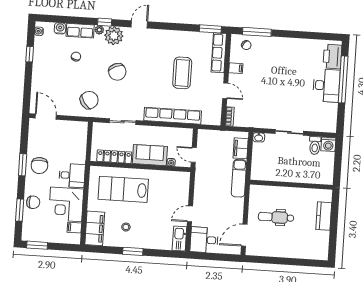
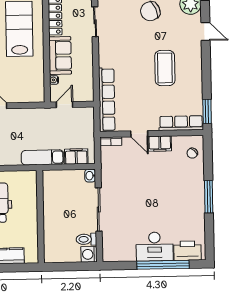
window: (257, 32) -> (209, 197), moved
filing cabinet: (236, 68) -> (160, 144), width x2.00
coffee table: (182, 73) -> (165, 68), moved, turned 90
door: (225, 91) -> (139, 134), hinge flipped
row of seats: (173, 116) -> (107, 100), moved
sliding door: (289, 132) -> (99, 209), width x1.37

